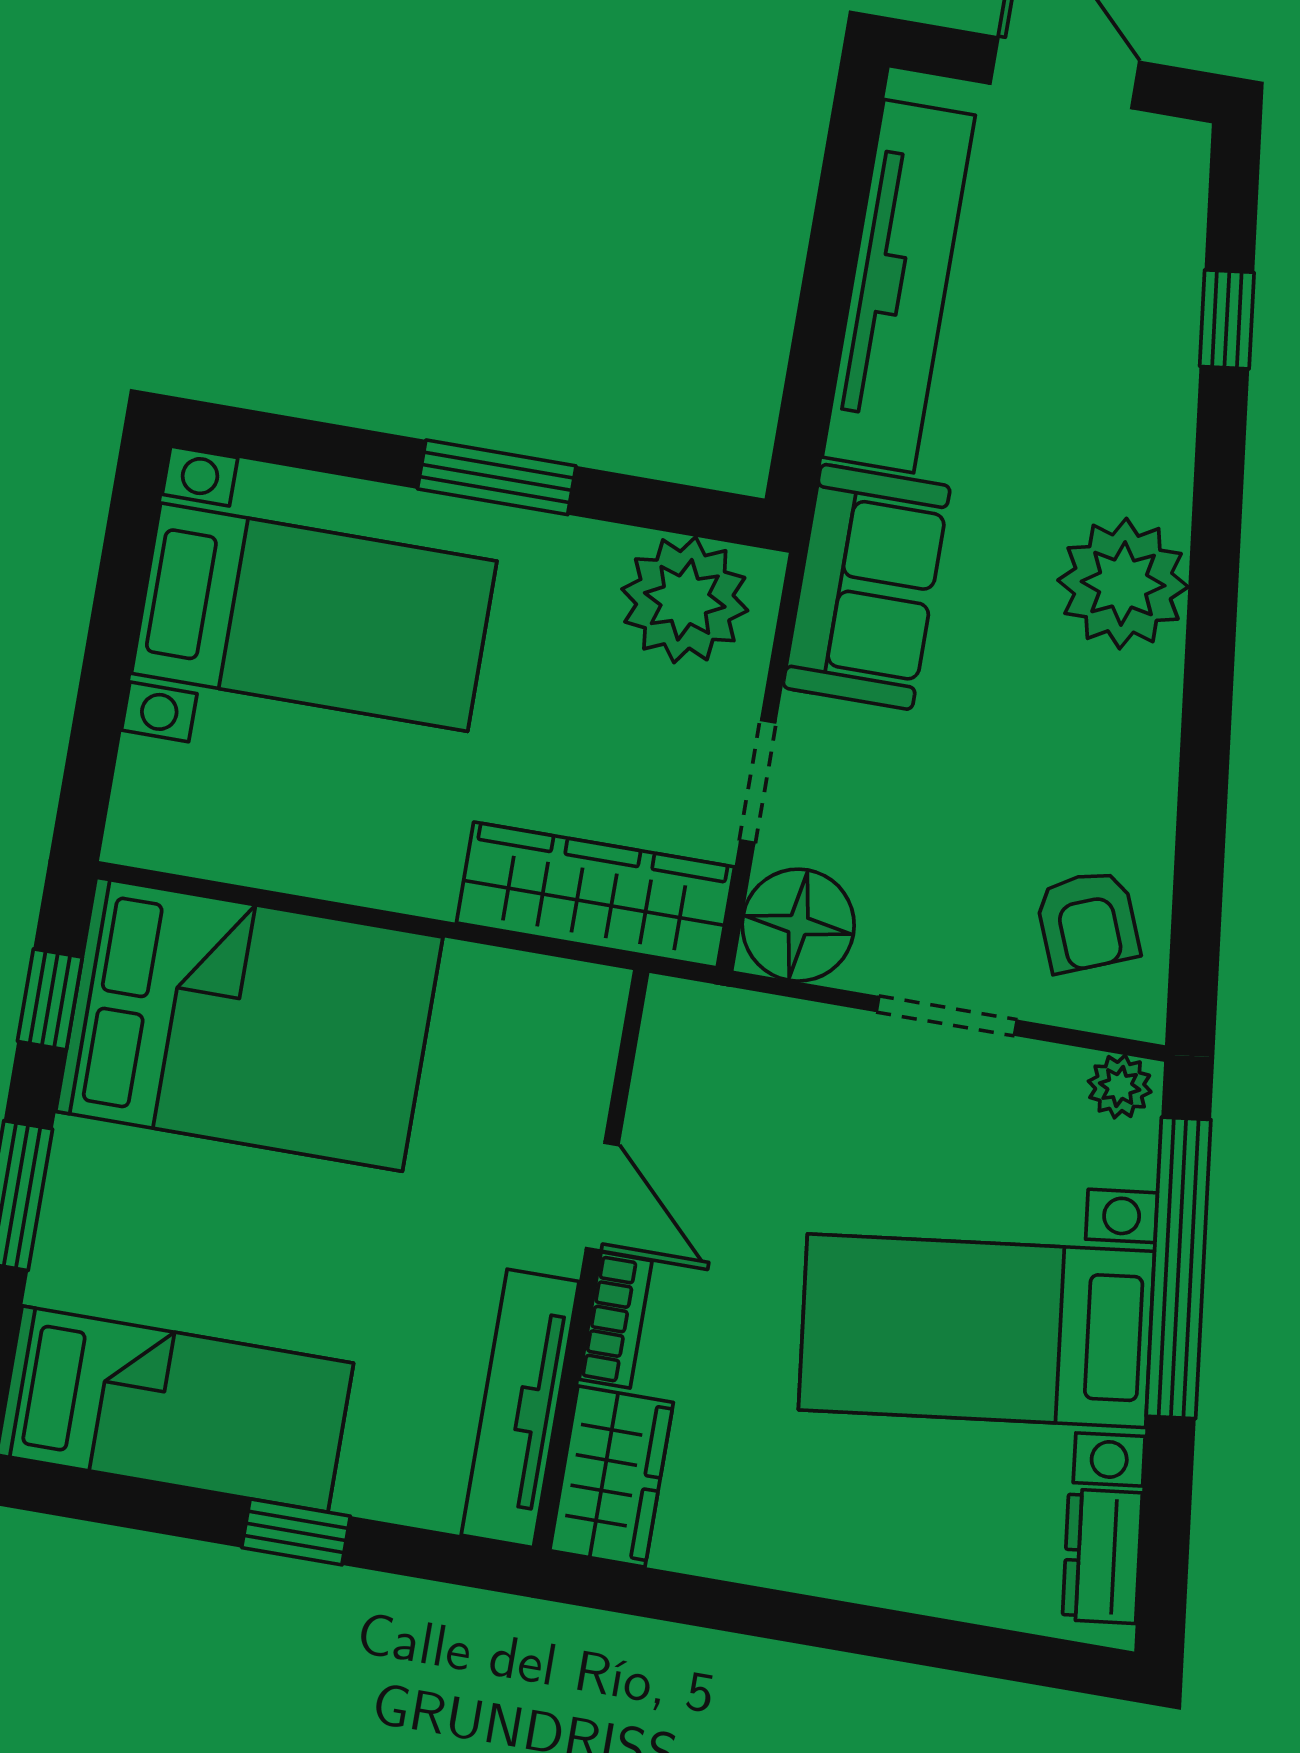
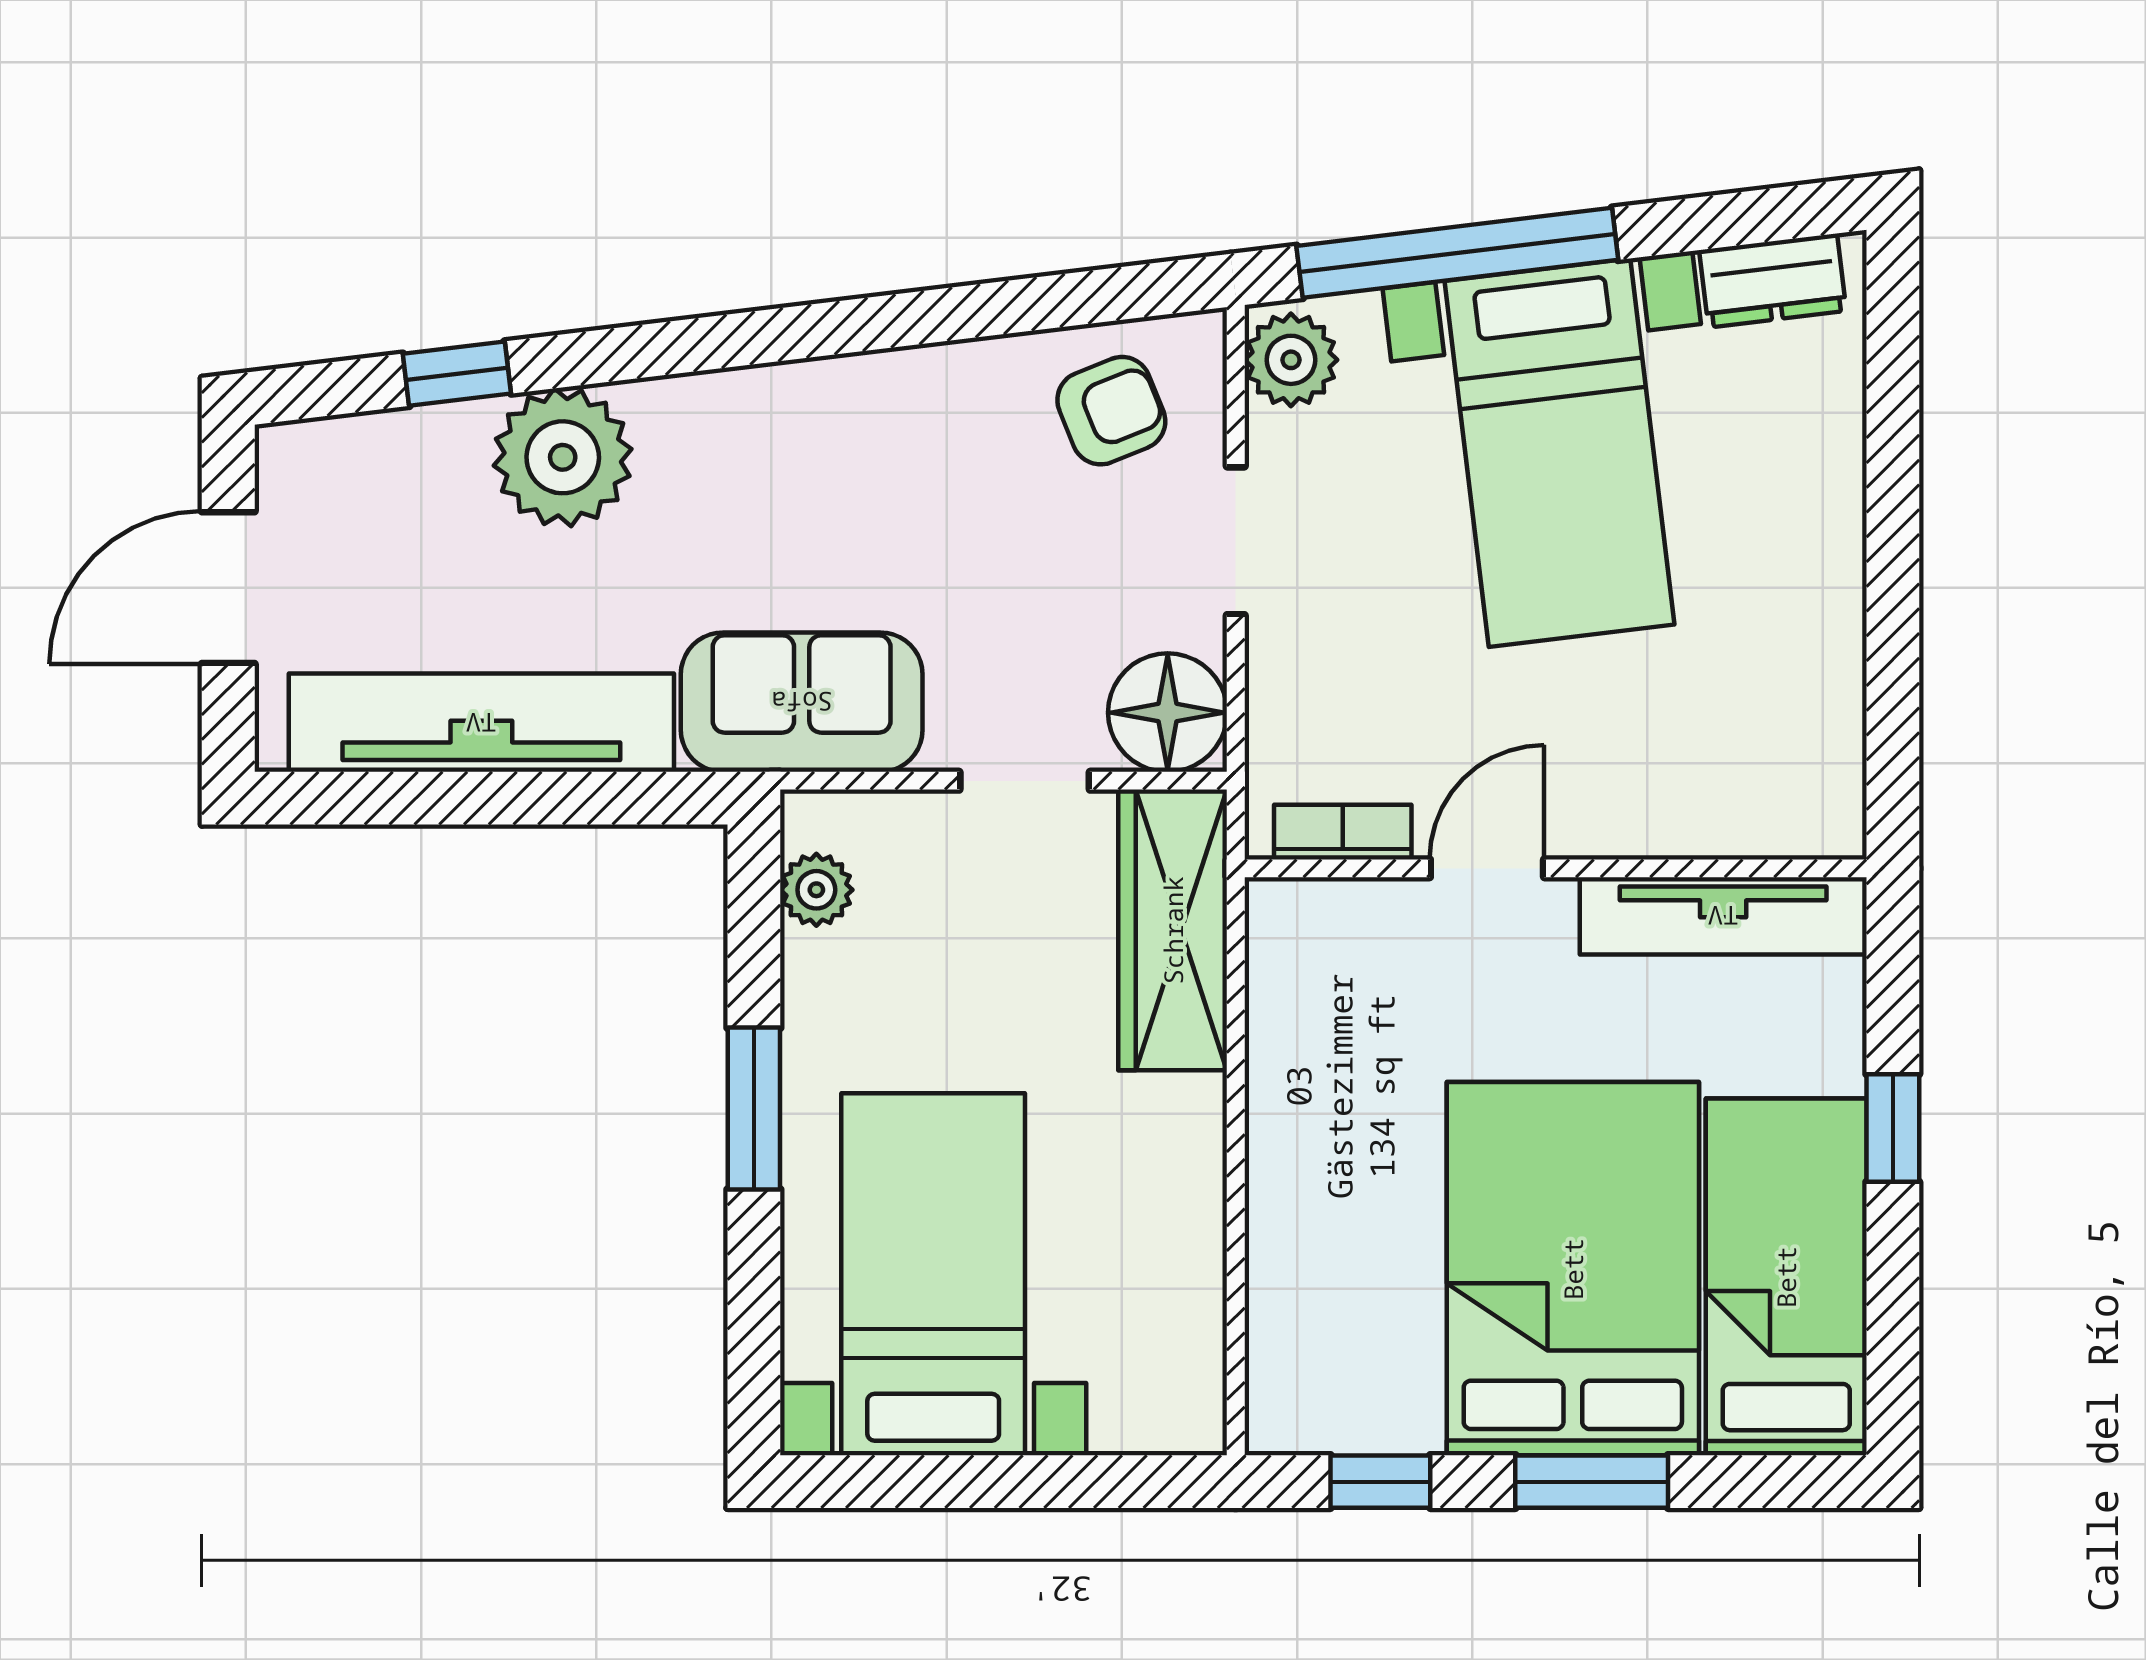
plant: (1123, 584) -> (563, 457), moved
plant: (685, 600) -> (816, 890), width x0.53, depth x0.53
bed: (249, 1024) -> (1573, 1269), moved
plant: (1120, 1086) -> (1291, 360), width x1.38, depth x1.38
bookcase: (616, 1320) -> (1343, 832), moved
wardrobe: (611, 1476) -> (1778, 808), removed

